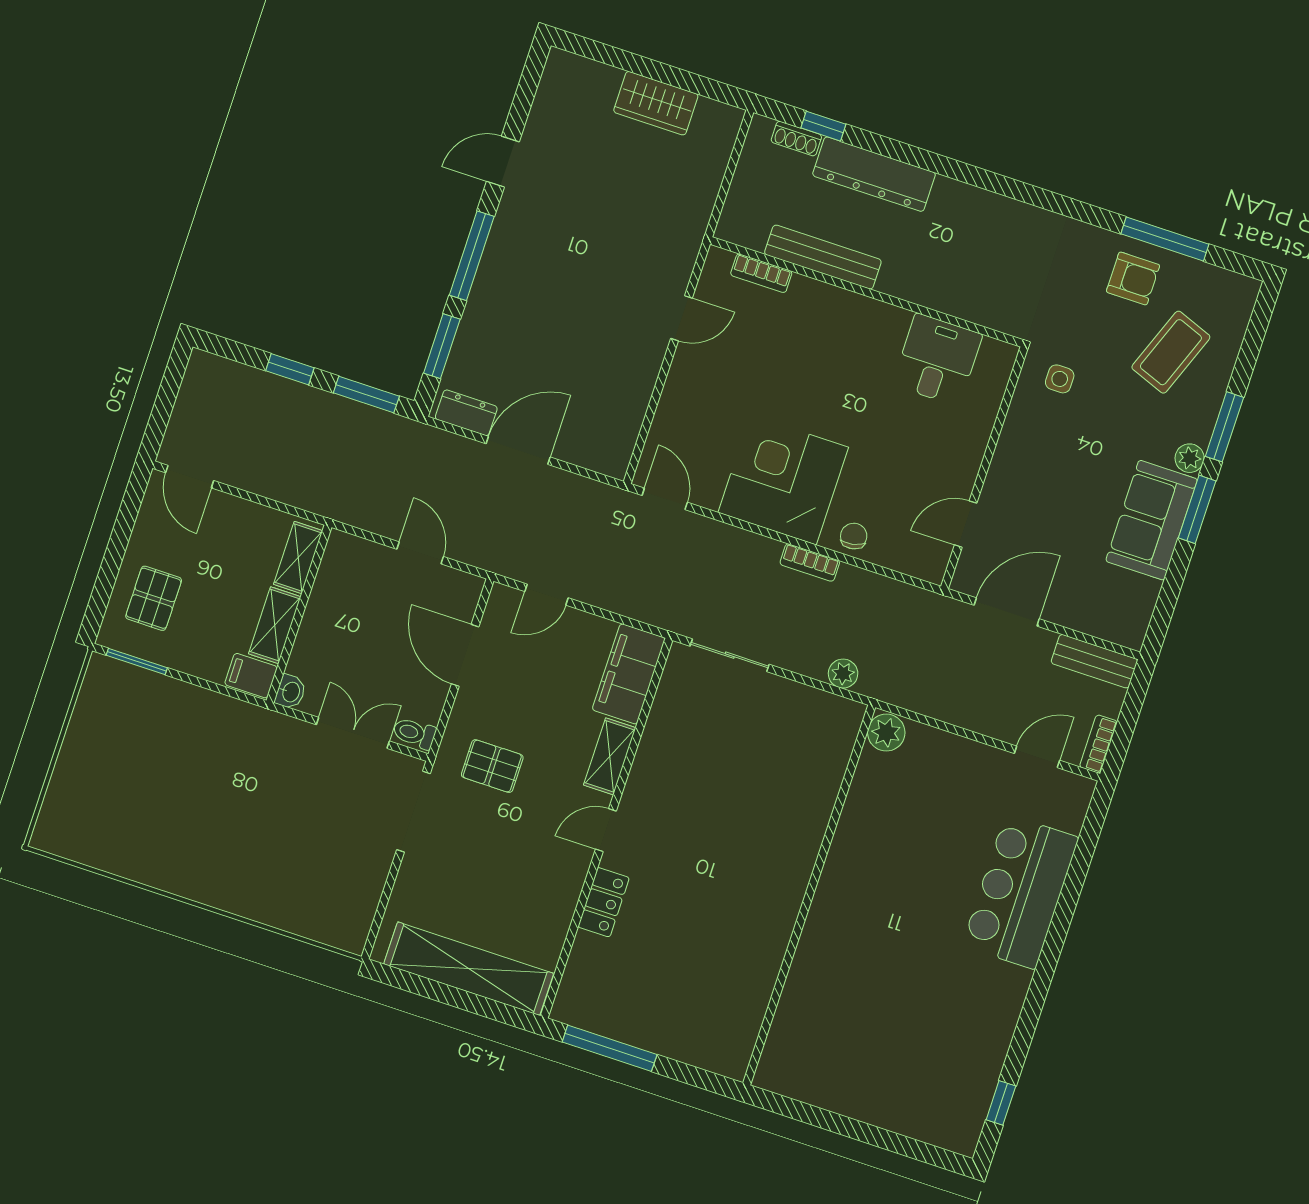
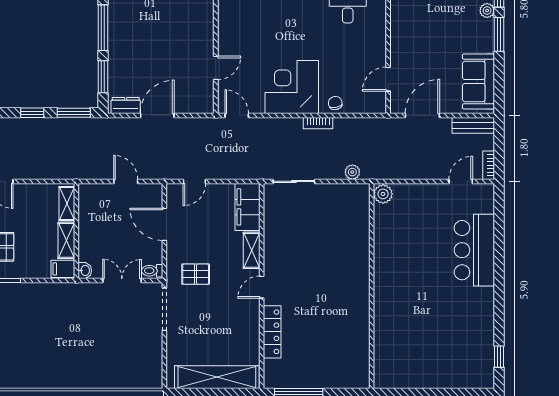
door: (682, 318) -> (216, 68), moved
sofa: (1152, 520) -> (479, 82), moved
locker: (604, 902) -> (272, 332), width x1.53

